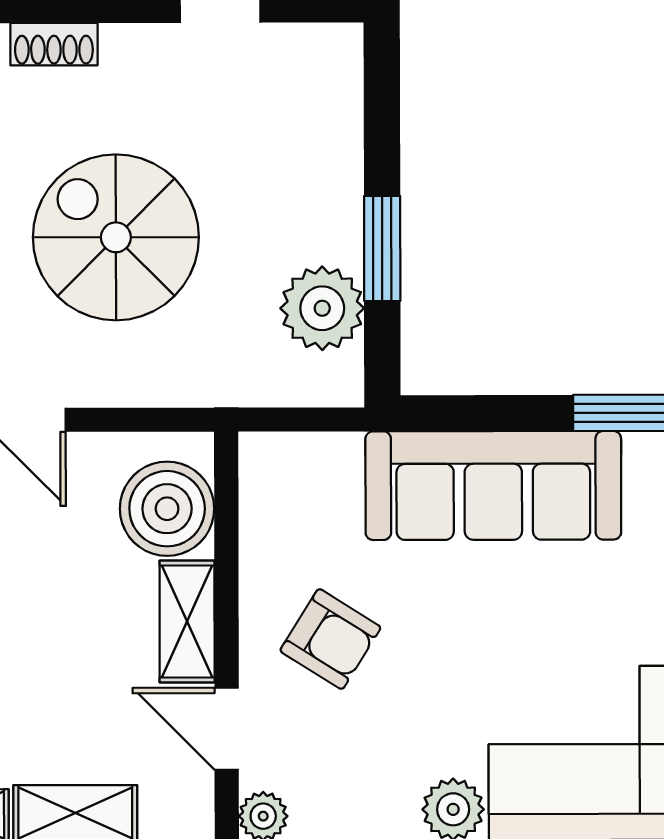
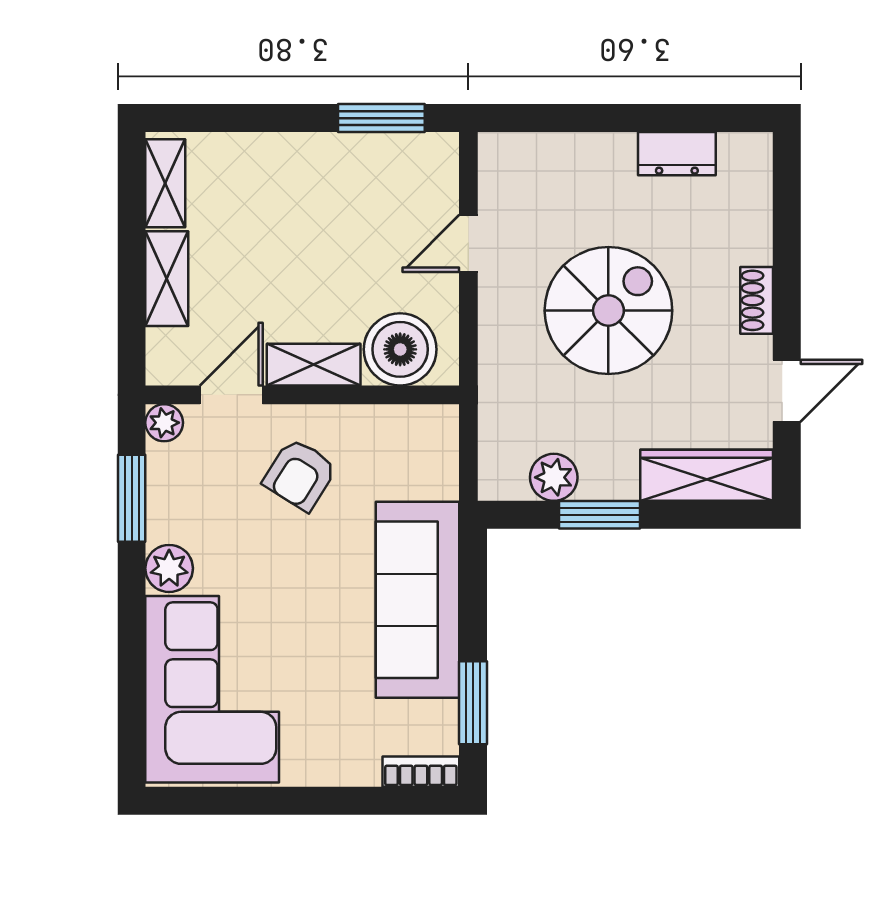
shoe rack: (54, 44) -> (757, 300), moved
wardrobe: (330, 109) -> (707, 475), added
plant: (322, 308) -> (554, 477), width x0.73, depth x0.73

